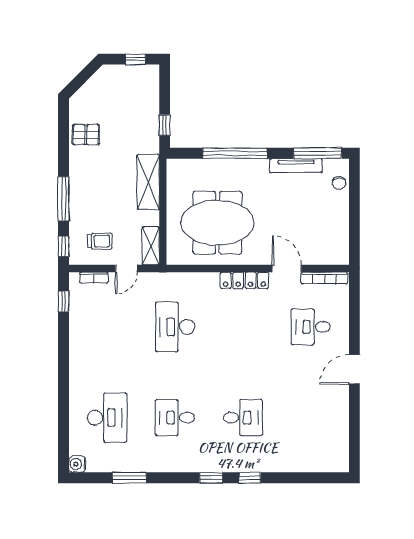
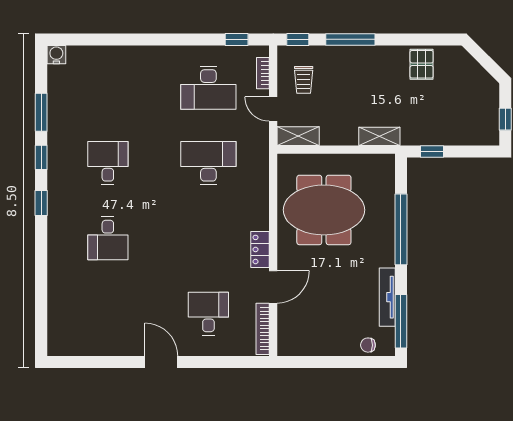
shelving: (148, 182) -> (379, 136), width x0.67, depth x0.75
meeting table: (217, 223) -> (324, 210), turned 90
locker: (244, 280) -> (260, 249), width x0.66
desk: (107, 418) -> (208, 88), moved
window: (250, 478) -> (41, 157), moved

